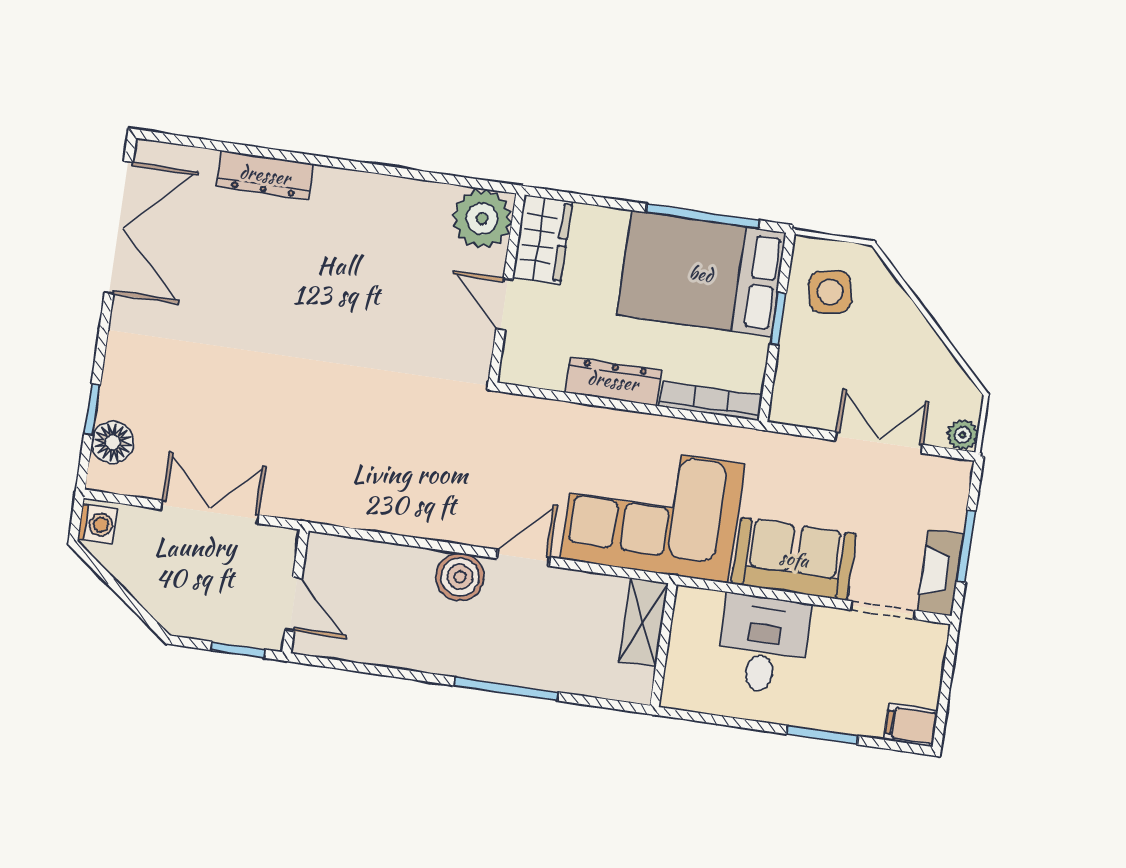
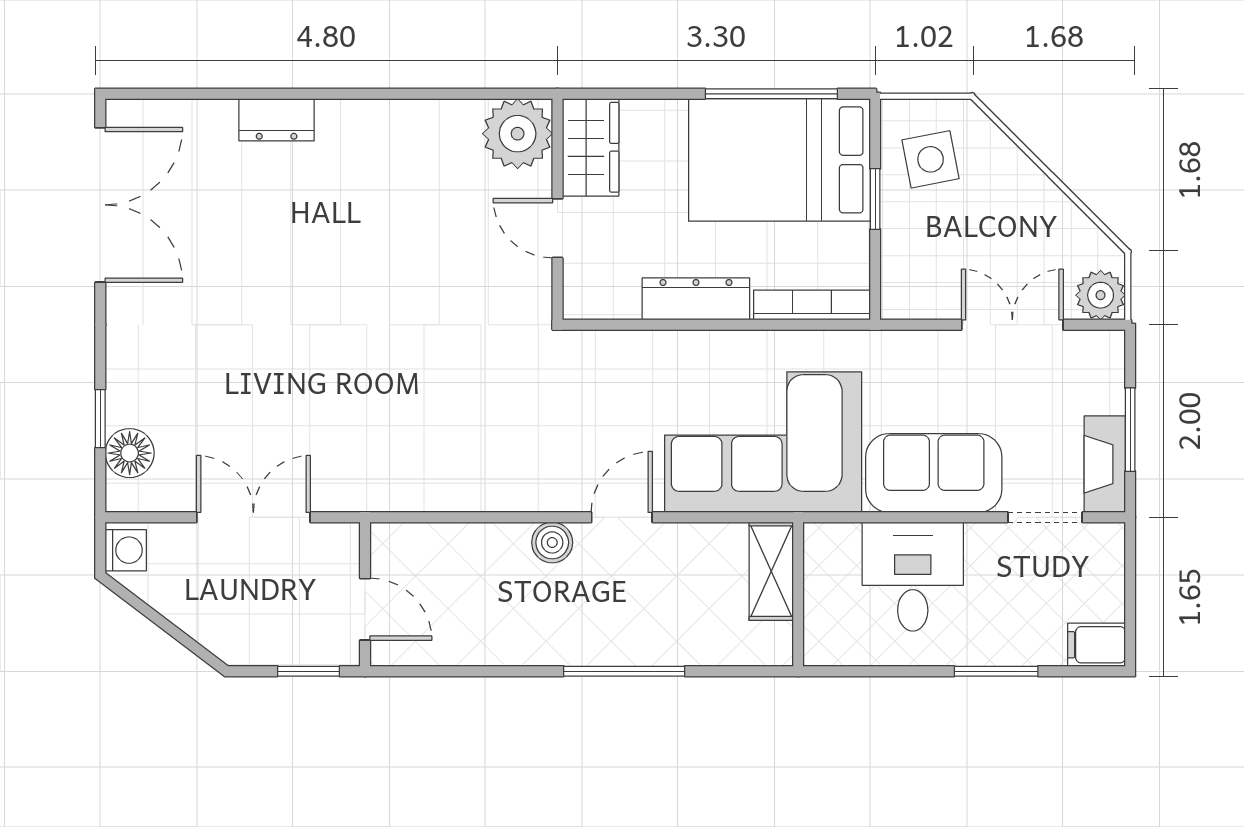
dresser: (265, 175) -> (277, 120), width x0.70
plant: (963, 435) -> (1101, 295), width x1.38, depth x1.38
boiler: (460, 577) -> (552, 542), width x0.73, depth x0.73

